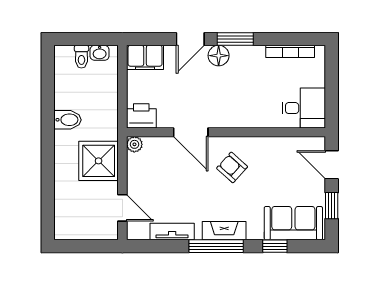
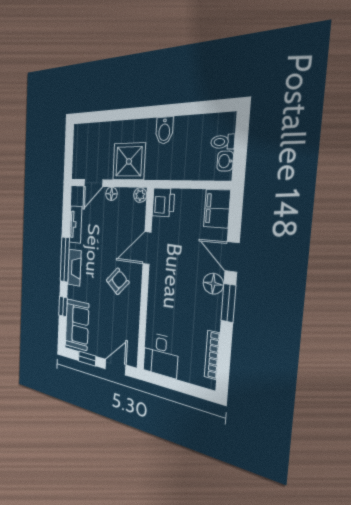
floor lamp: (134, 182) -> (111, 194), added

